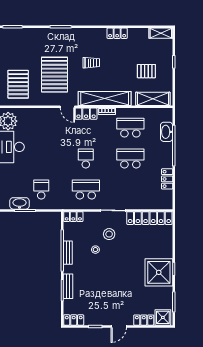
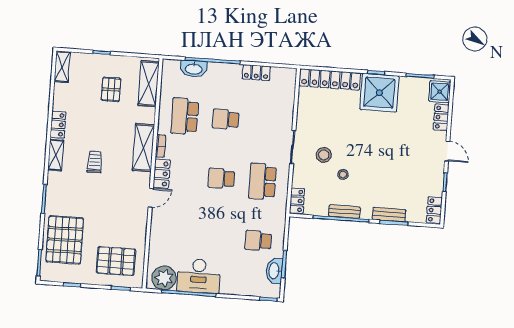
shelving: (94, 33) -> (56, 155), added
pallet: (54, 75) -> (65, 240), moved, turned 90
shelving: (105, 98) -> (143, 148), width x0.68
school desk: (130, 159) -> (226, 119), width x0.54
locker: (149, 218) -> (330, 79), moved, turned 90

